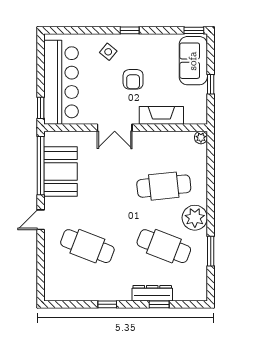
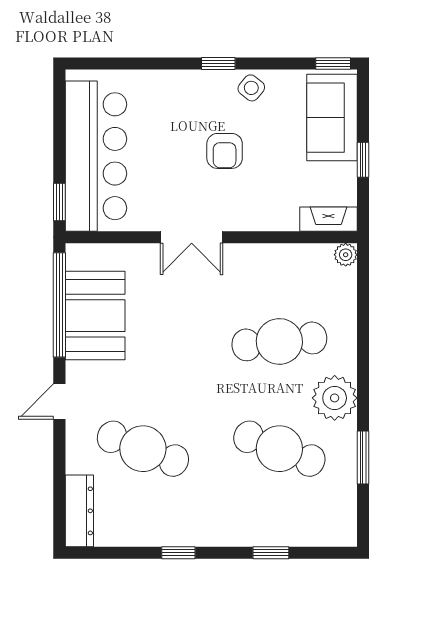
side table: (108, 52) -> (251, 88), moved
fireplace: (161, 115) -> (328, 219), moved, width x0.73, depth x0.76
dresser: (152, 293) -> (79, 511), moved, turned 90

